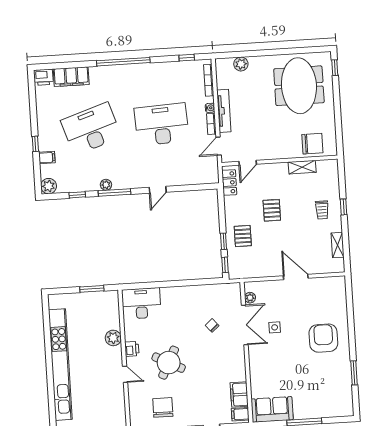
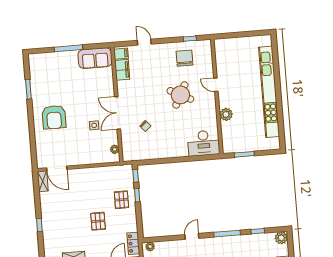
plant: (106, 185) -> (150, 247), moved
trolley: (322, 210) -> (57, 222), removed
shelving: (338, 245) -> (43, 181), moved
door: (296, 277) -> (57, 169), moved
double door: (245, 325) -> (117, 113), moved
printer: (132, 349) -> (211, 106), removed
chair: (163, 407) -> (185, 58), turned 180

